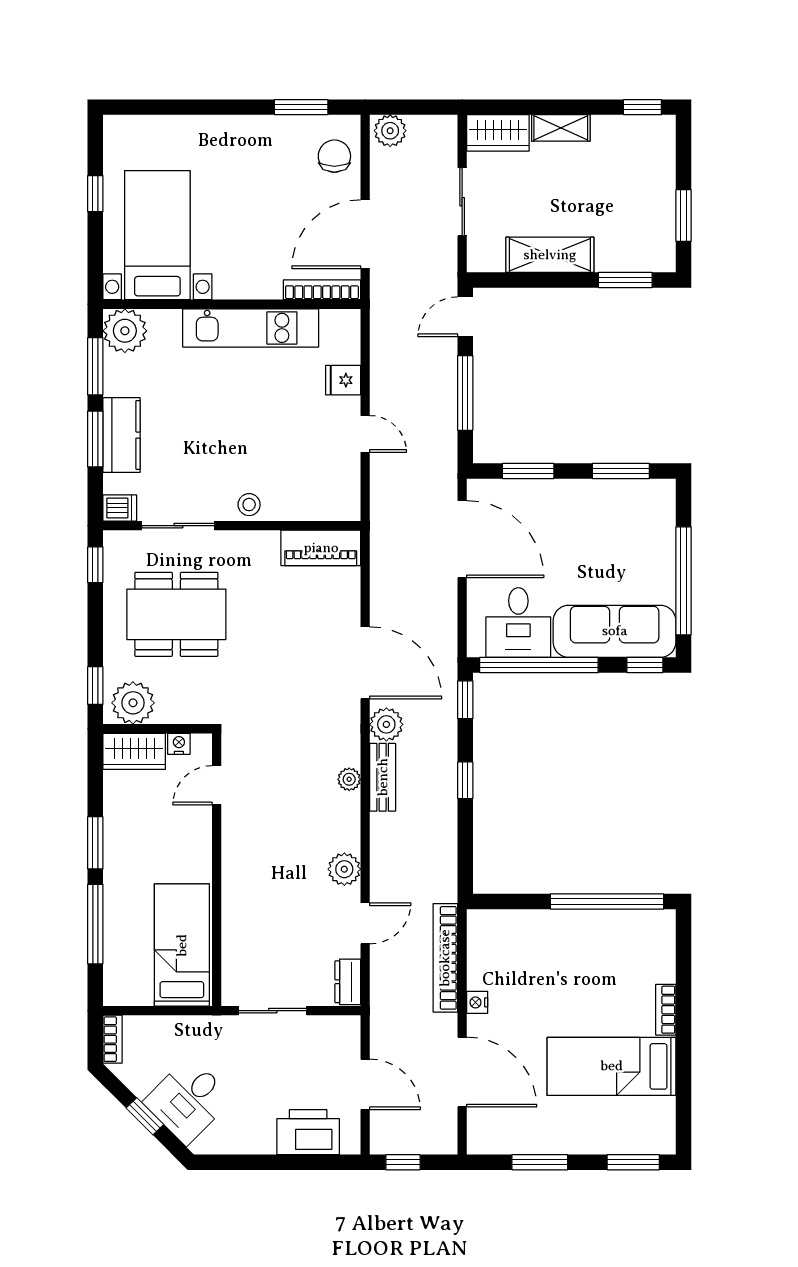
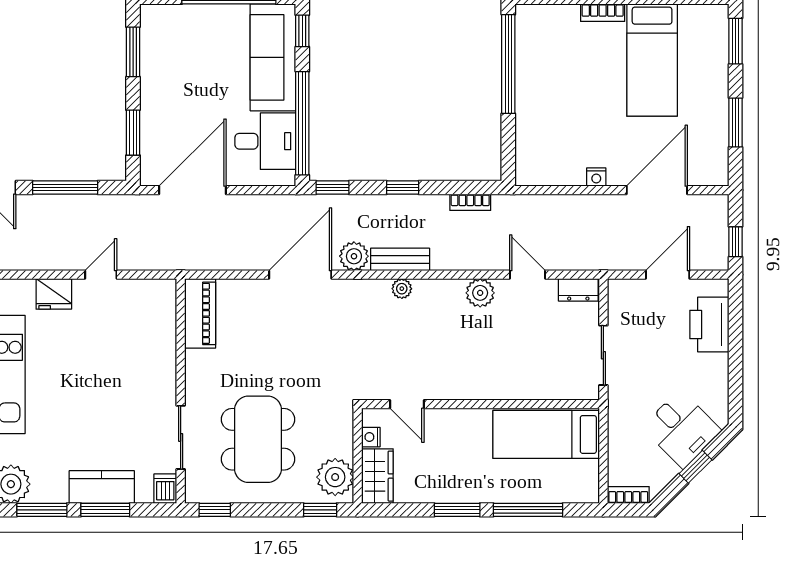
fridge: (343, 380) -> (54, 294), width x1.38
stool: (249, 505) -> (162, 376), removed
bookcase: (445, 958) -> (470, 202), moved, width x0.43, depth x0.76

